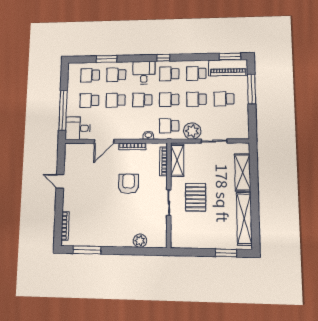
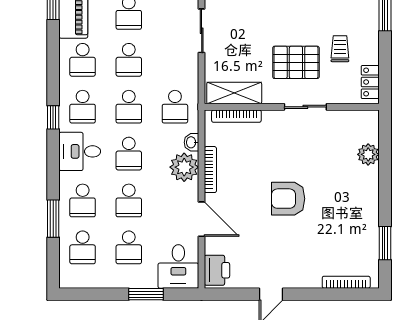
window: (63, 110) -> (146, 294), width x0.47
plant: (192, 131) -> (184, 167), moved
printer: (75, 150) -> (217, 270), added
armchair: (128, 184) -> (288, 199), moved
trolley: (204, 224) -> (340, 49), added
locker: (184, 243) -> (370, 82), added
window: (87, 250) -> (385, 243), width x0.69

